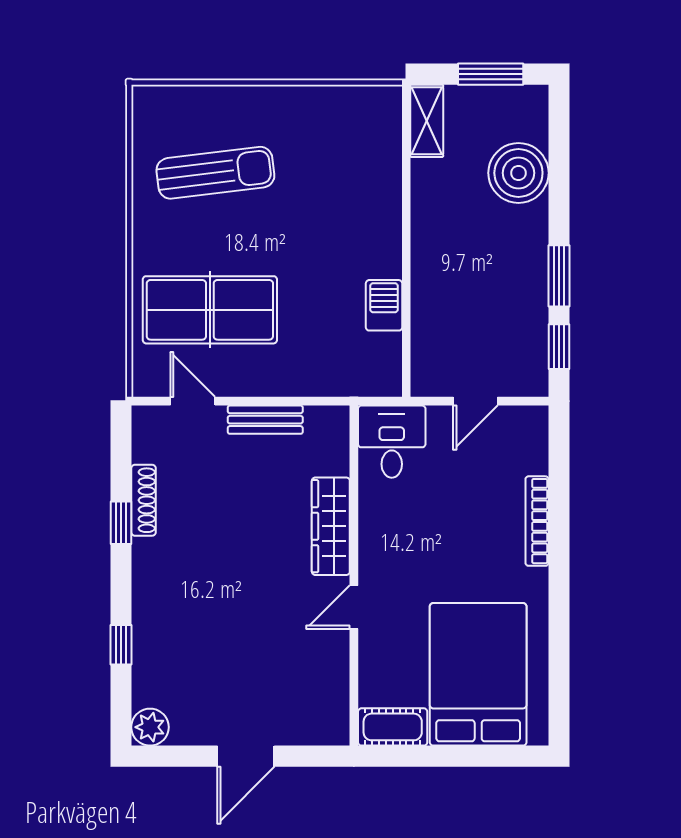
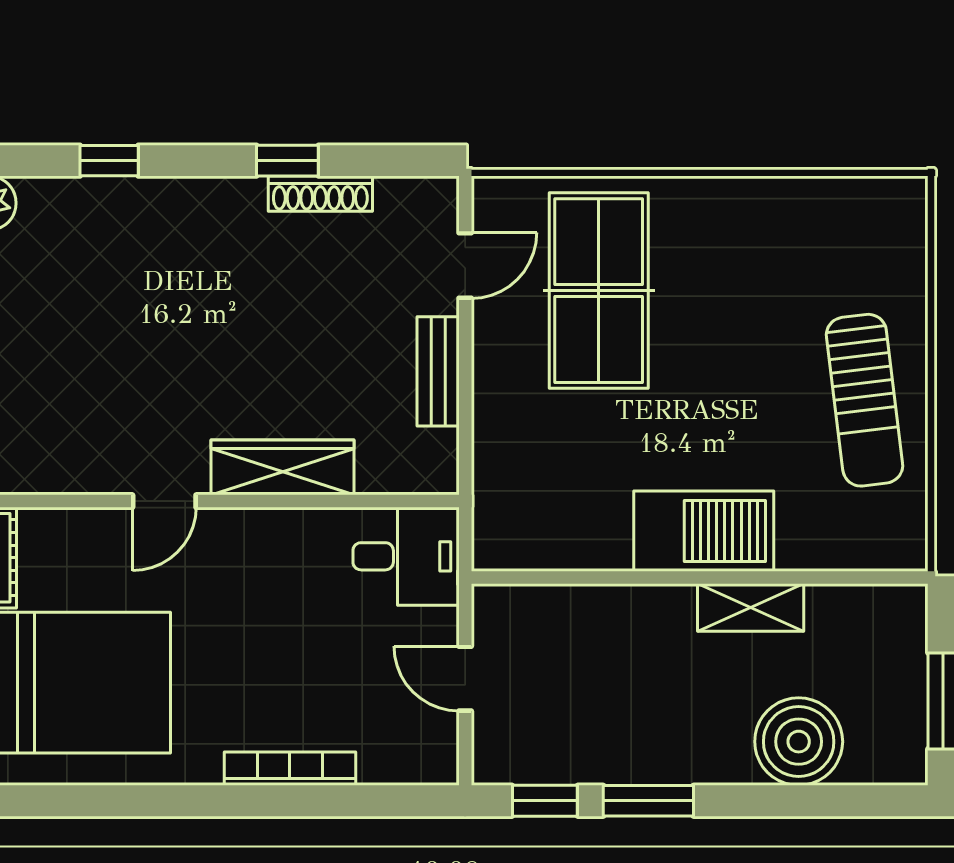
shelving: (427, 121) -> (751, 607), moved
sun lounger: (215, 173) -> (865, 400), moved
barbecue: (384, 305) -> (704, 531), moved, width x1.88, depth x1.53
door: (354, 607) -> (164, 501), swing flipped

